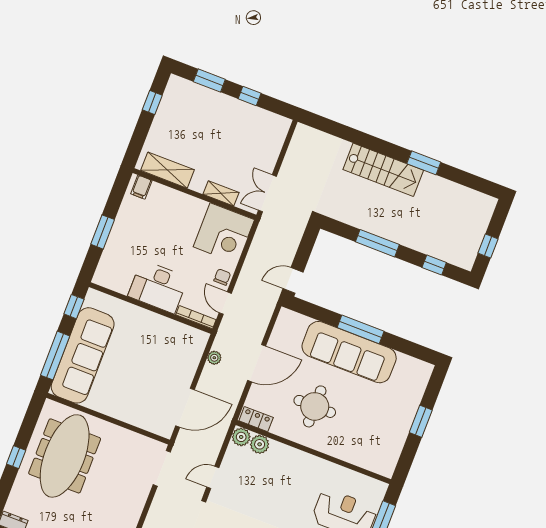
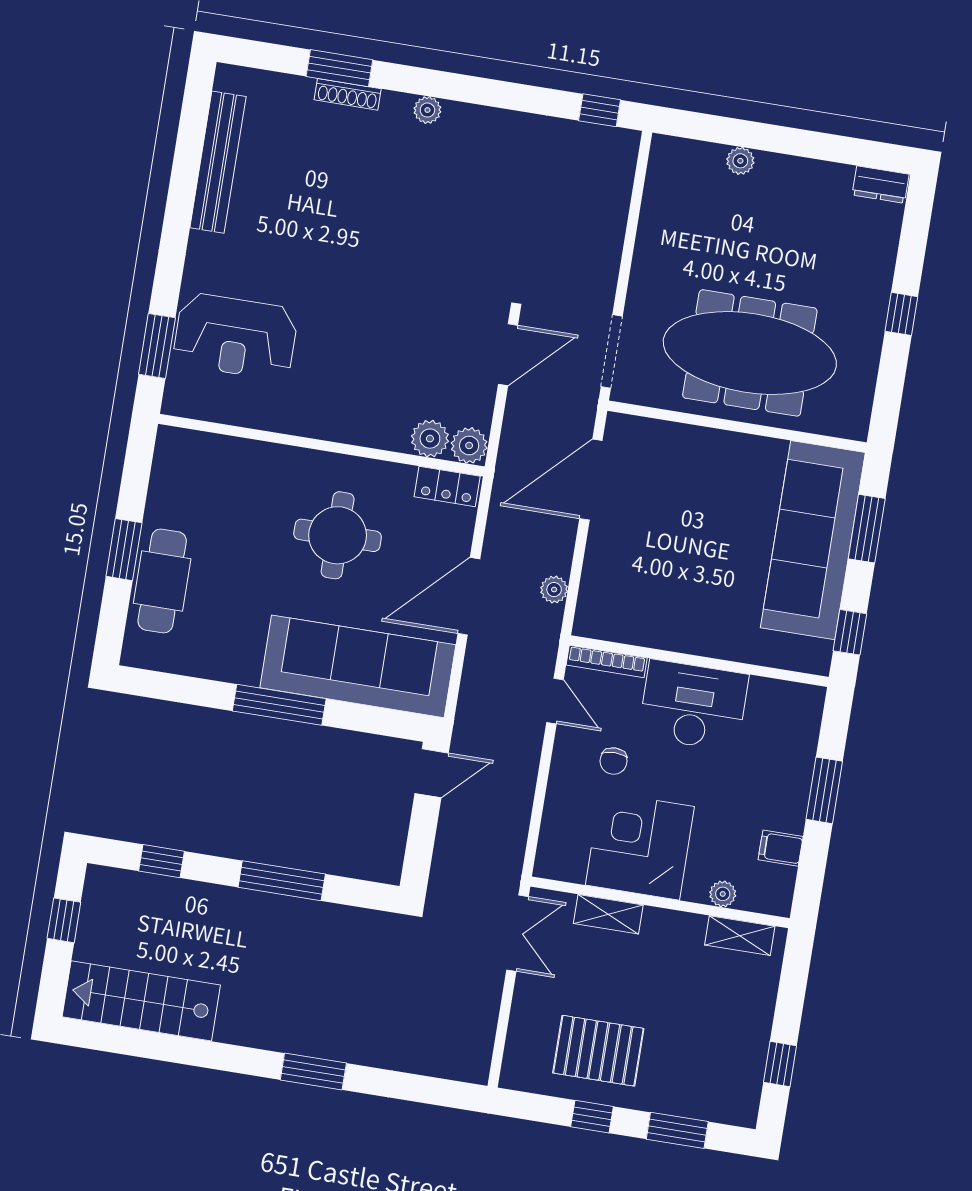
pallet: (240, 128) -> (598, 1051), added
window: (424, 163) -> (313, 1071), moved
shelving: (167, 170) -> (740, 936), width x0.67, depth x0.75
stairs: (383, 170) -> (141, 1001), moved
filing cabinet: (141, 187) -> (781, 848), moved, turned -90
plant: (163, 192) -> (723, 894), added
corner desk: (224, 233) -> (640, 846), moved
chair: (222, 277) -> (613, 761), moved
sofa: (349, 352) -> (358, 666), moved
window: (55, 356) -> (867, 529), width x0.69
cafe table: (405, 402) -> (162, 581), added
meeting table: (65, 456) -> (750, 353), moved, turned 90
door: (213, 477) -> (508, 355), width x1.38

